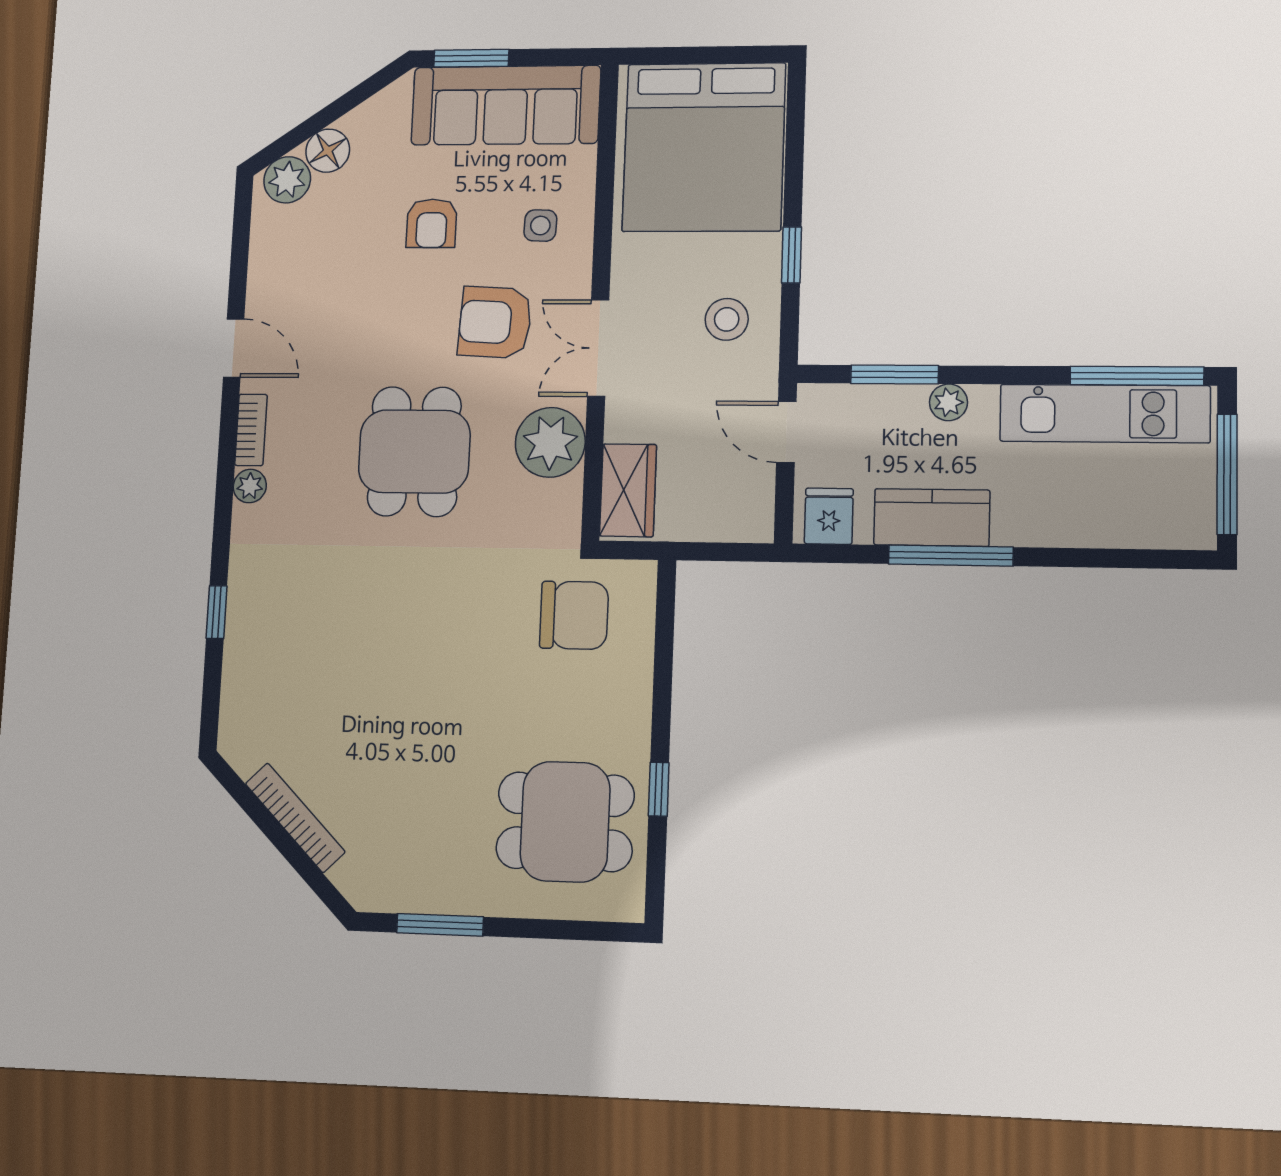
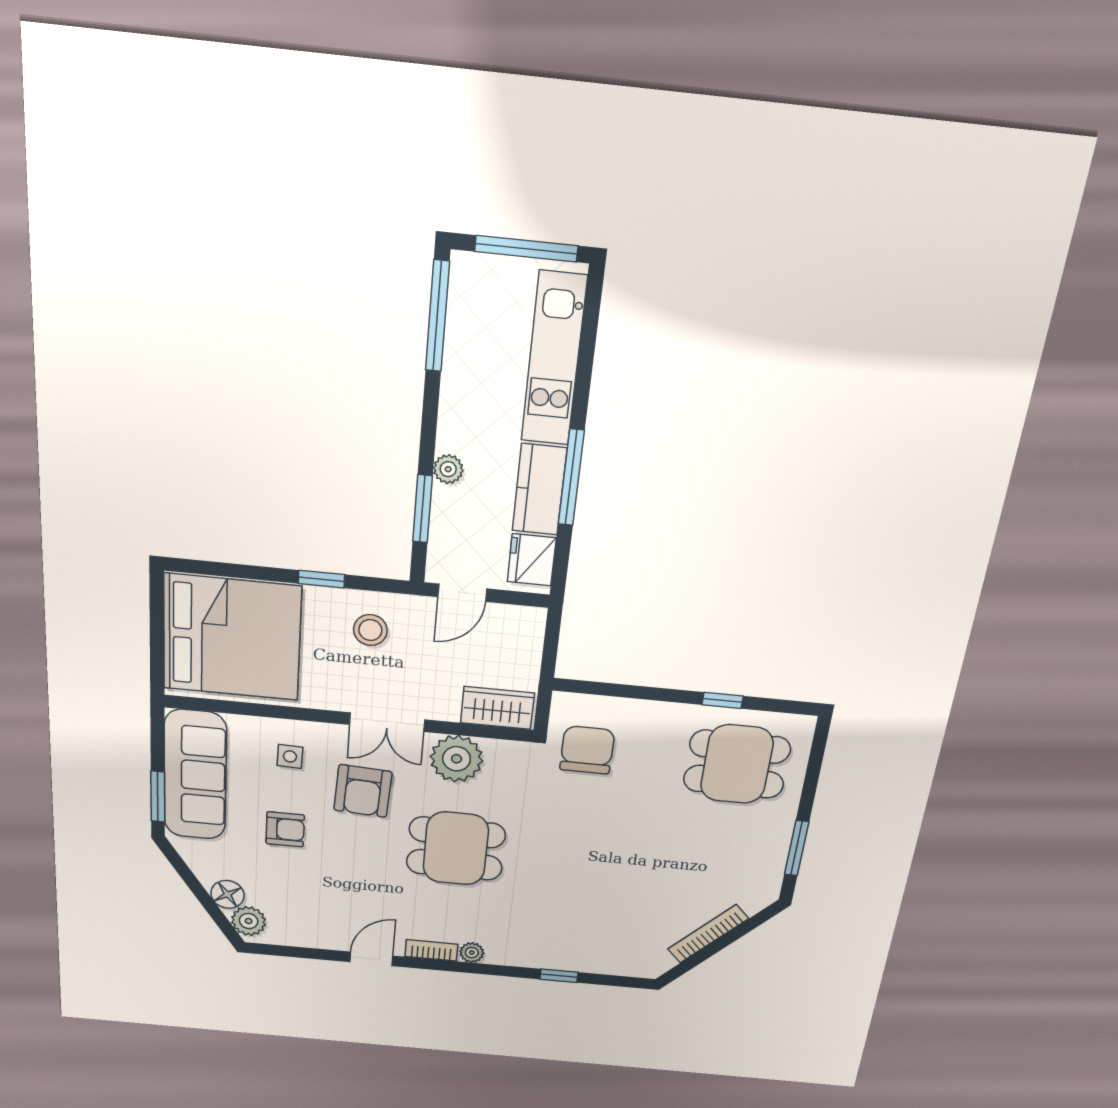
kitchen unit: (1105, 414) -> (554, 359), moved, turned 180
fridge: (829, 516) -> (532, 560), width x1.38
dining table: (565, 822) -> (737, 764), turned 90

